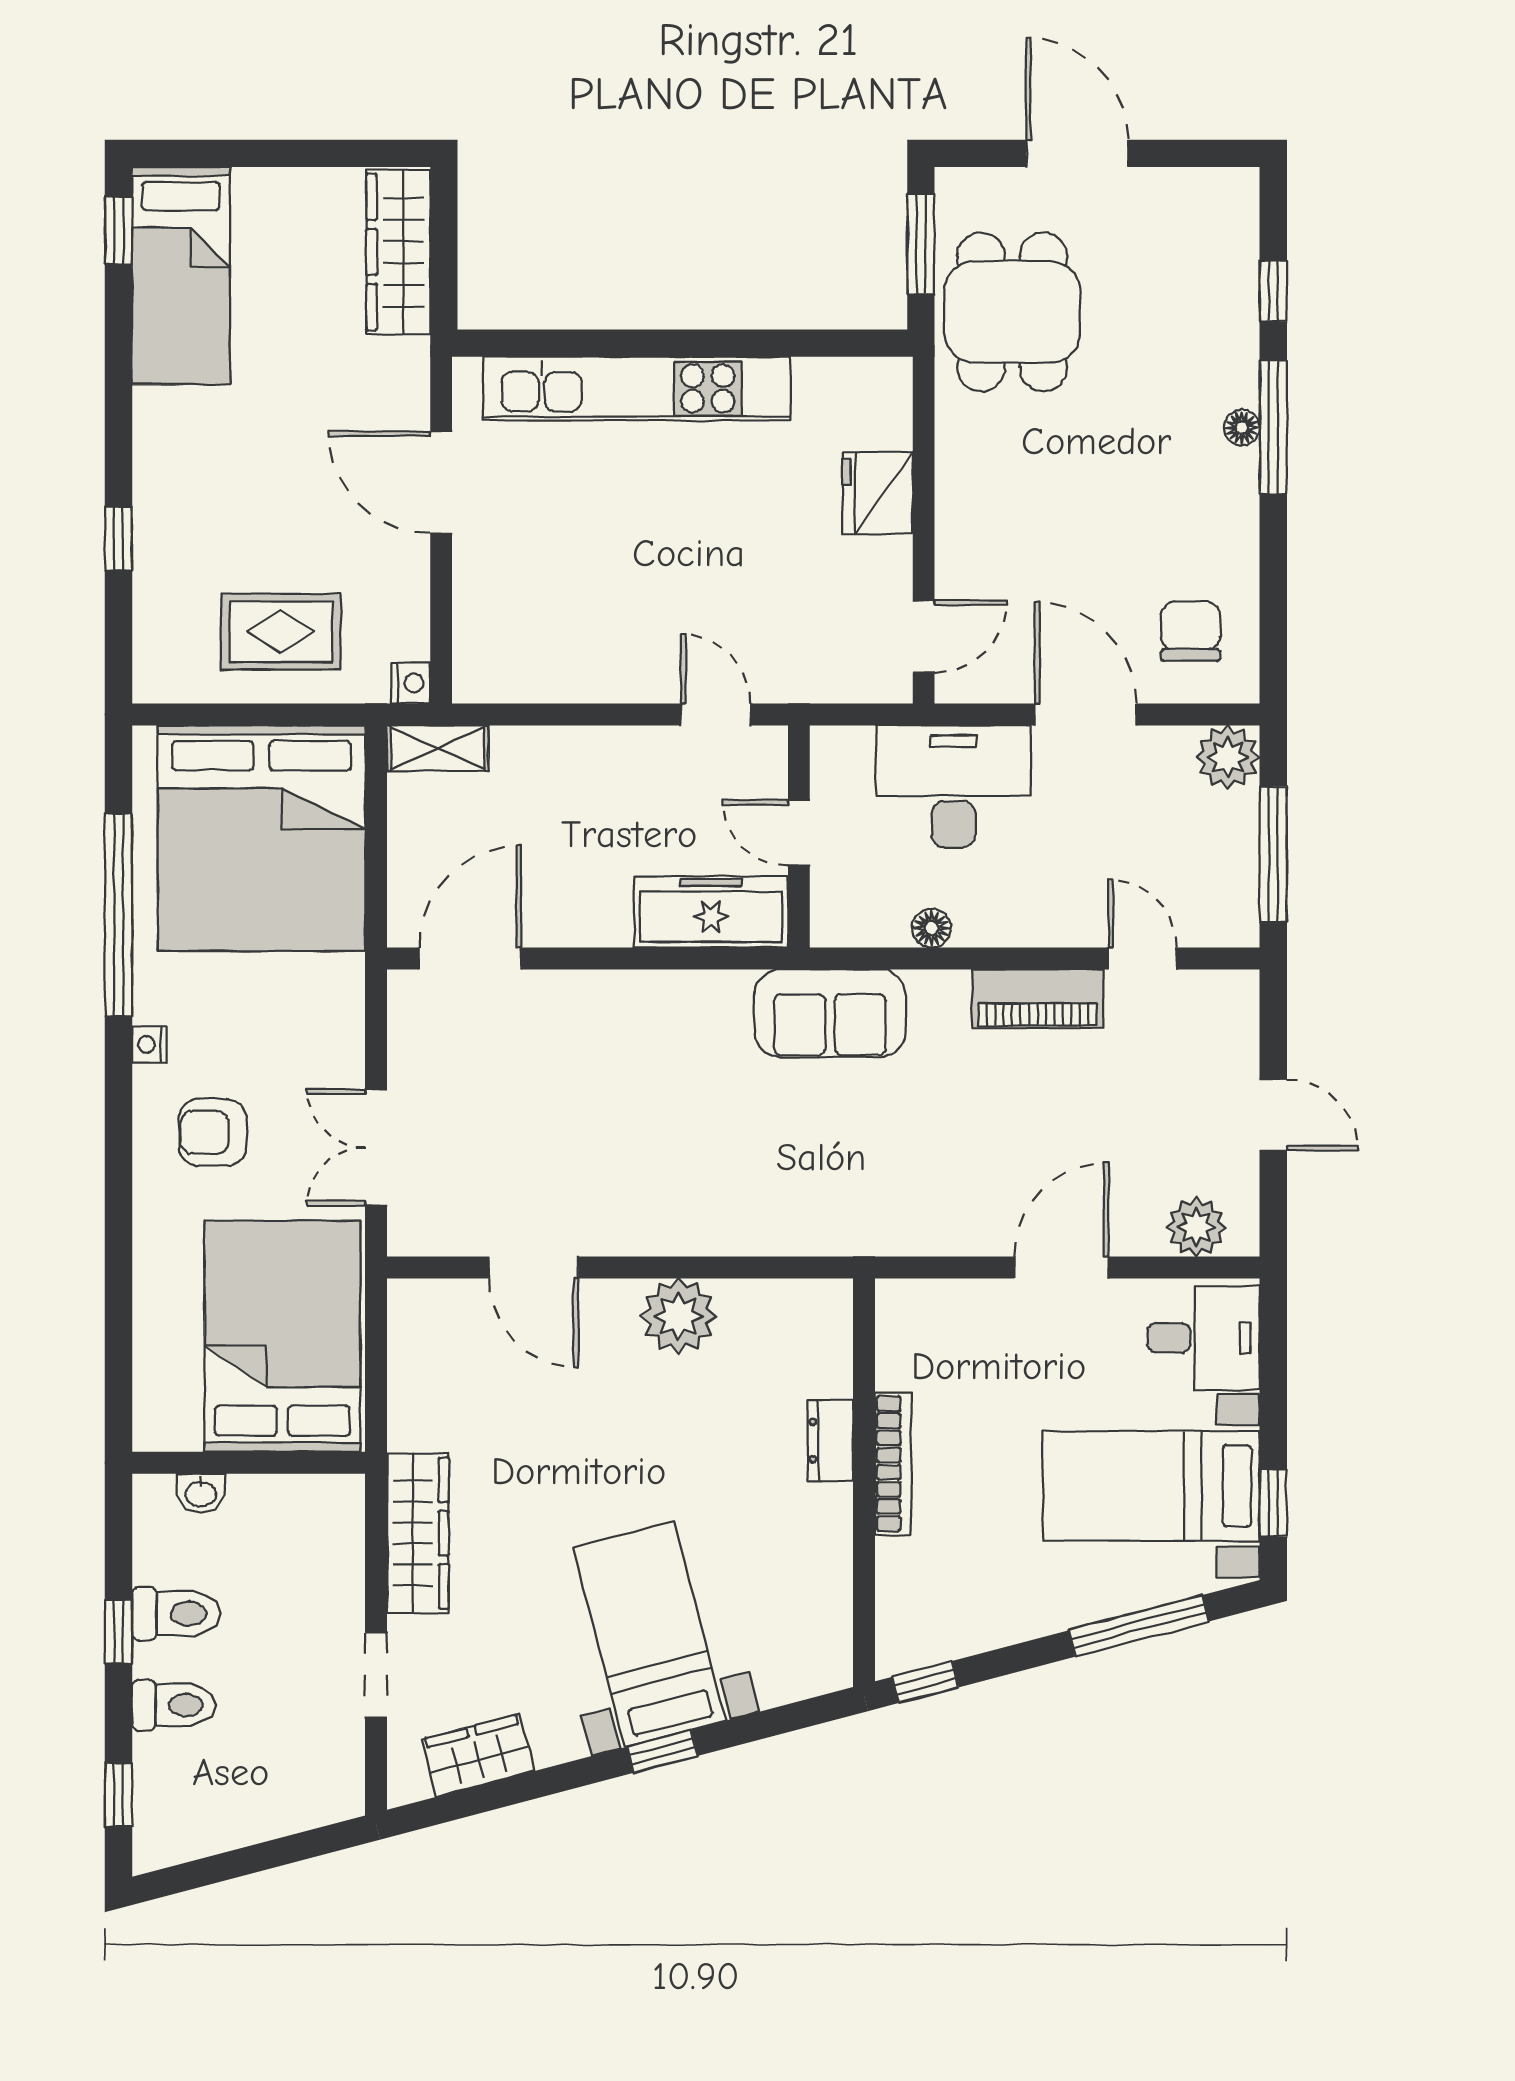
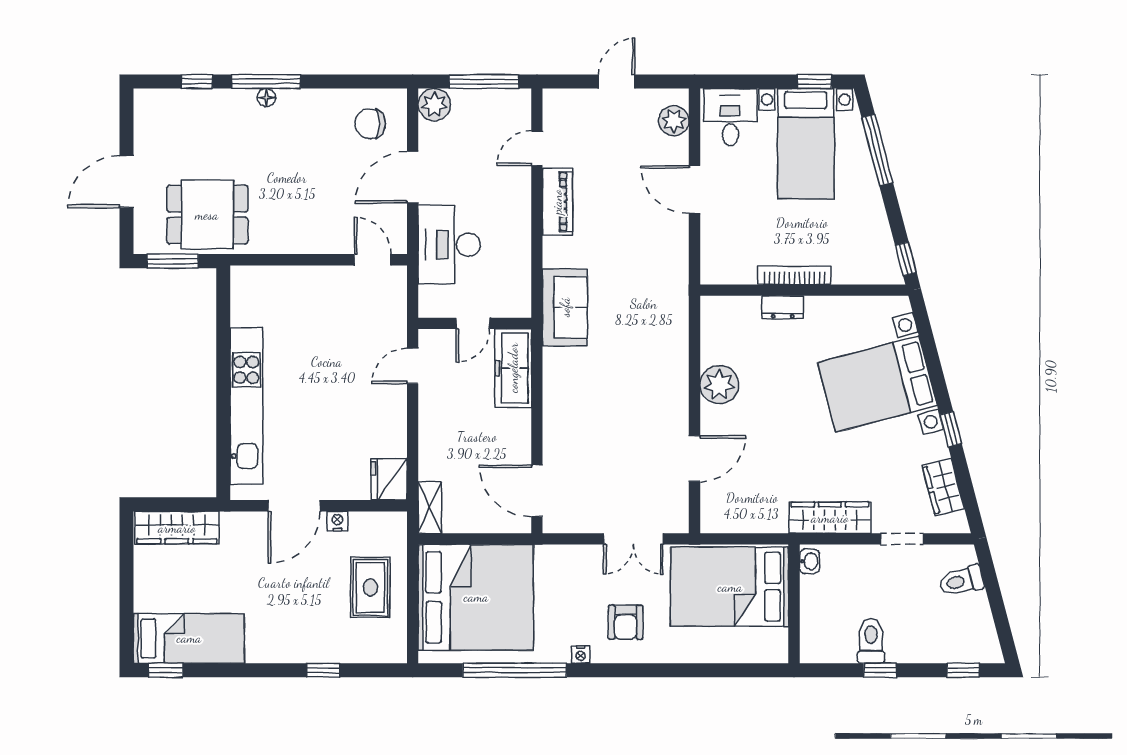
fridge: (877, 493) -> (389, 479), moved, turned 90
nightstand: (411, 683) -> (337, 521), moved
floor lamp: (932, 928) -> (522, 256), removed
washbasin: (201, 1493) -> (810, 561), moved
bed with nightstands: (649, 1634) -> (877, 384), width x1.36
toilet: (174, 1705) -> (961, 581), moved, turned -105
window: (662, 1751) -> (951, 429), moved

